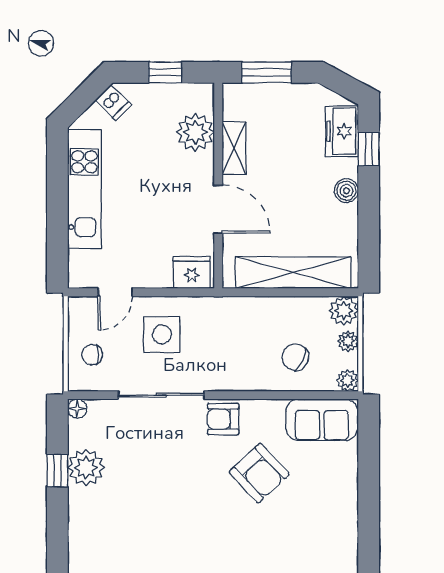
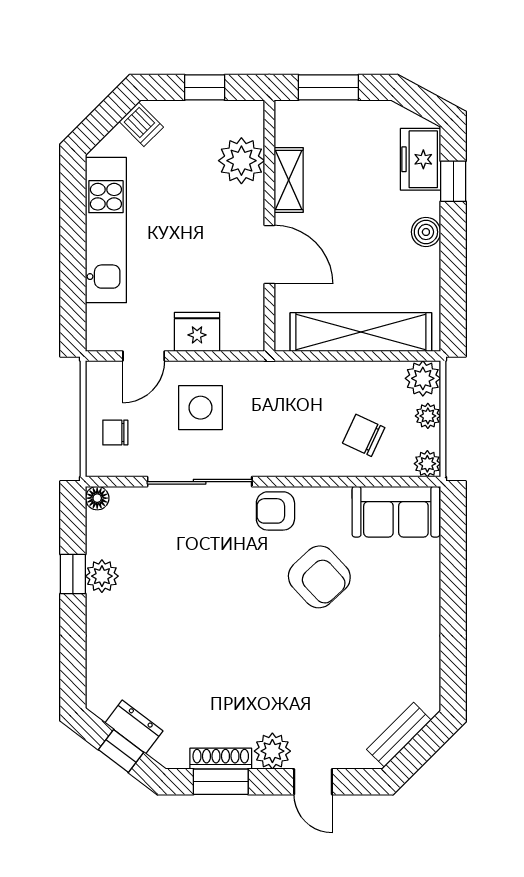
fridge: (192, 272) -> (197, 332), moved
plant: (86, 468) -> (102, 576), width x0.73, depth x0.73

